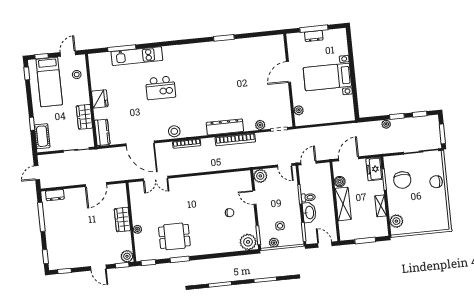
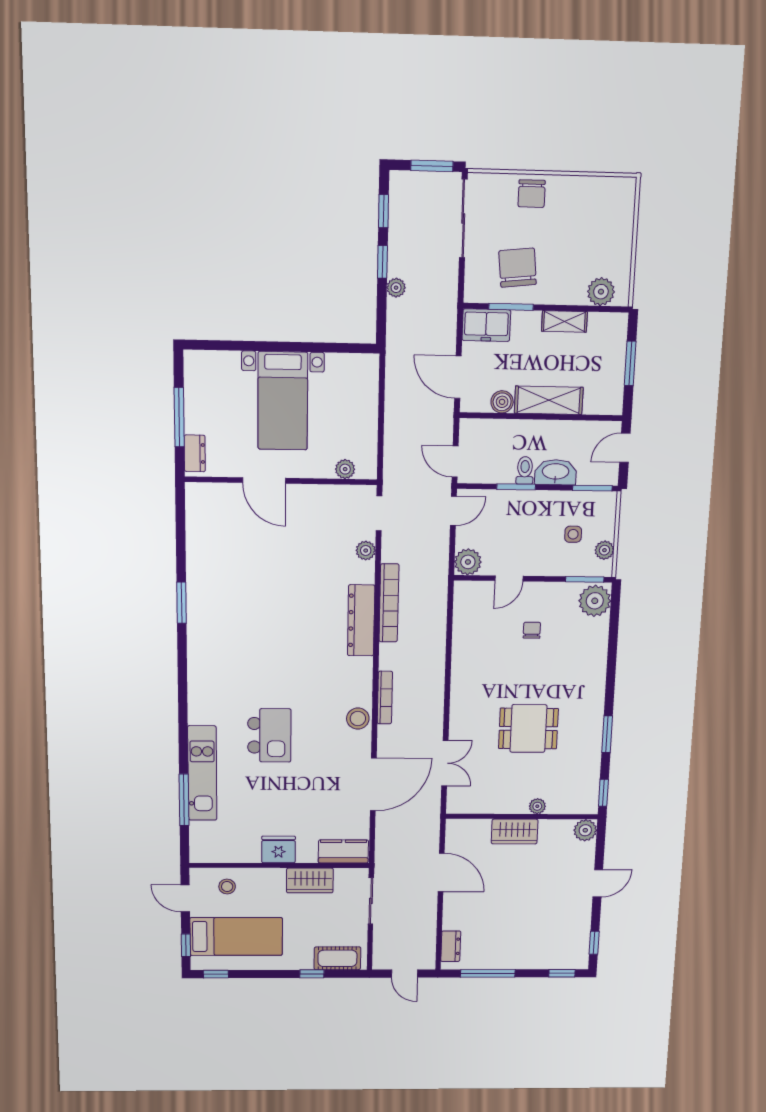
dresser: (314, 36) -> (195, 453), moved
chair: (402, 180) -> (518, 268), turned -95
dining table: (174, 236) -> (528, 729), moved, turned 90
window: (122, 265) -> (601, 840), removed

